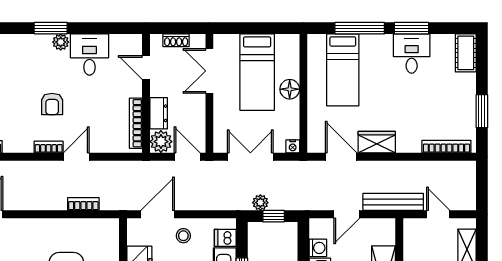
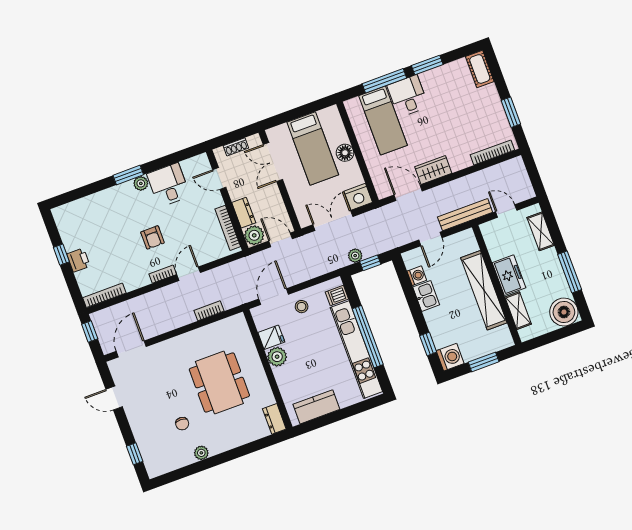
desk: (412, 54) -> (408, 96), moved
nightstand: (293, 146) -> (358, 197), width x1.89, depth x1.79

